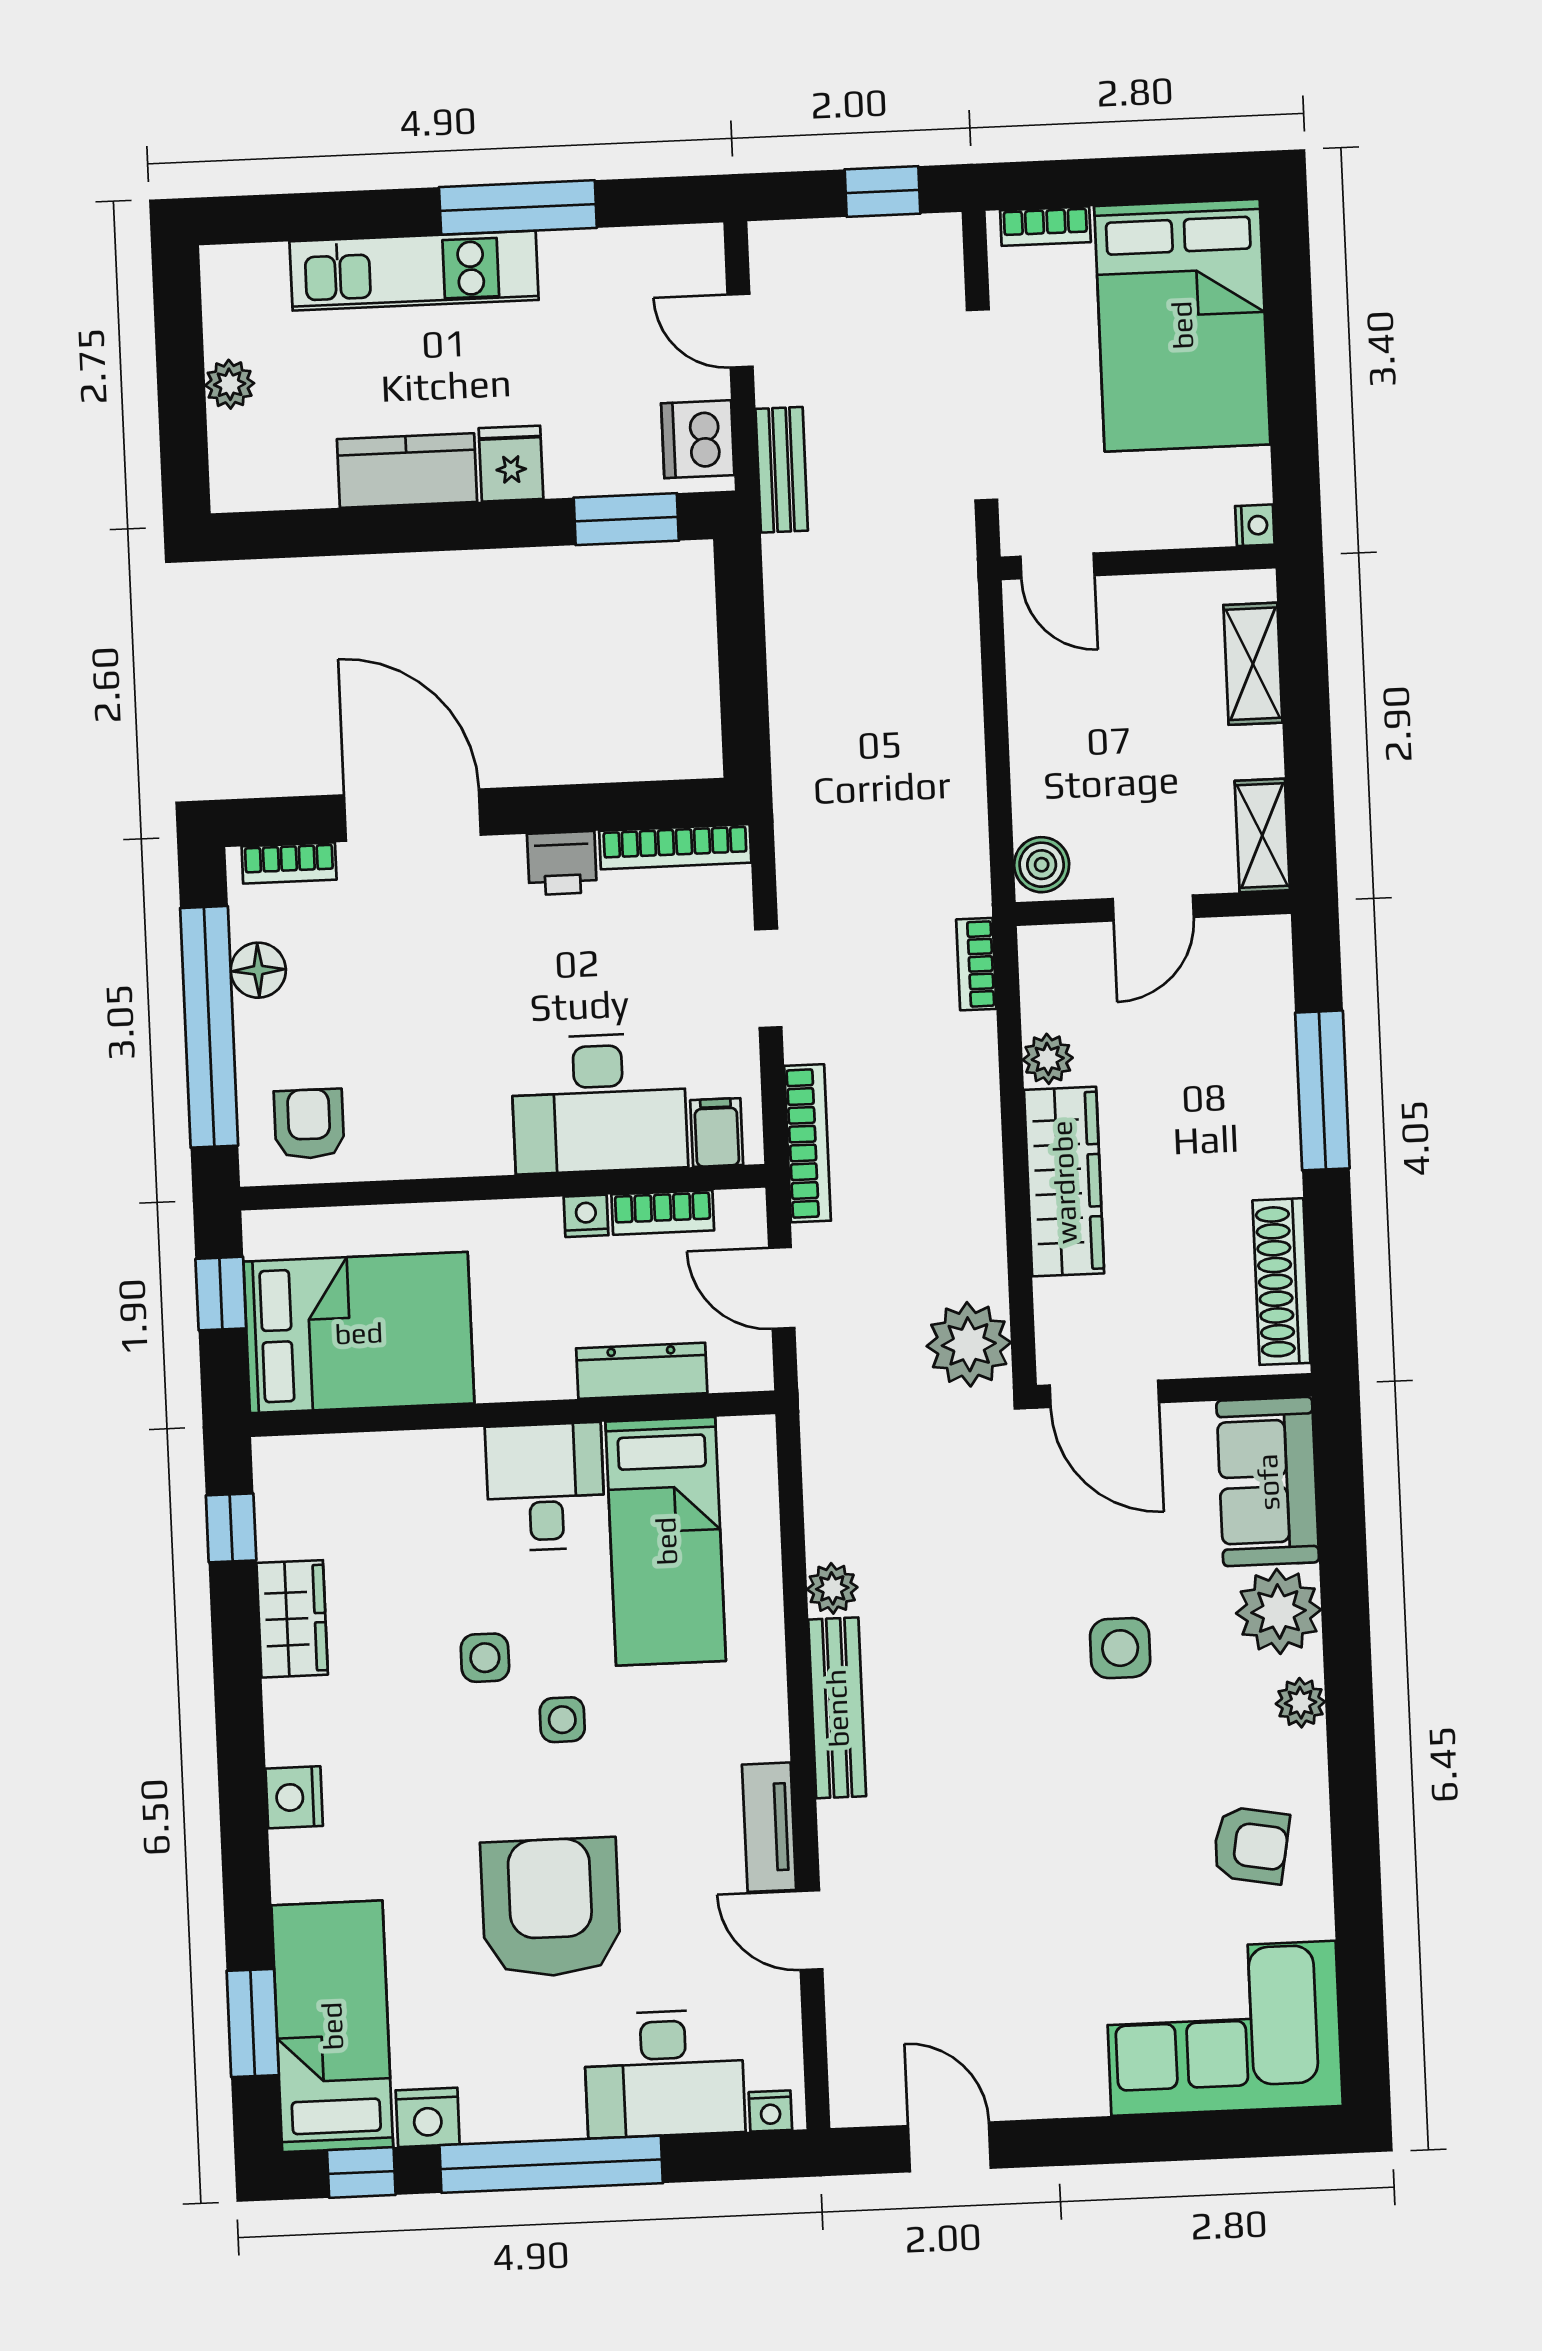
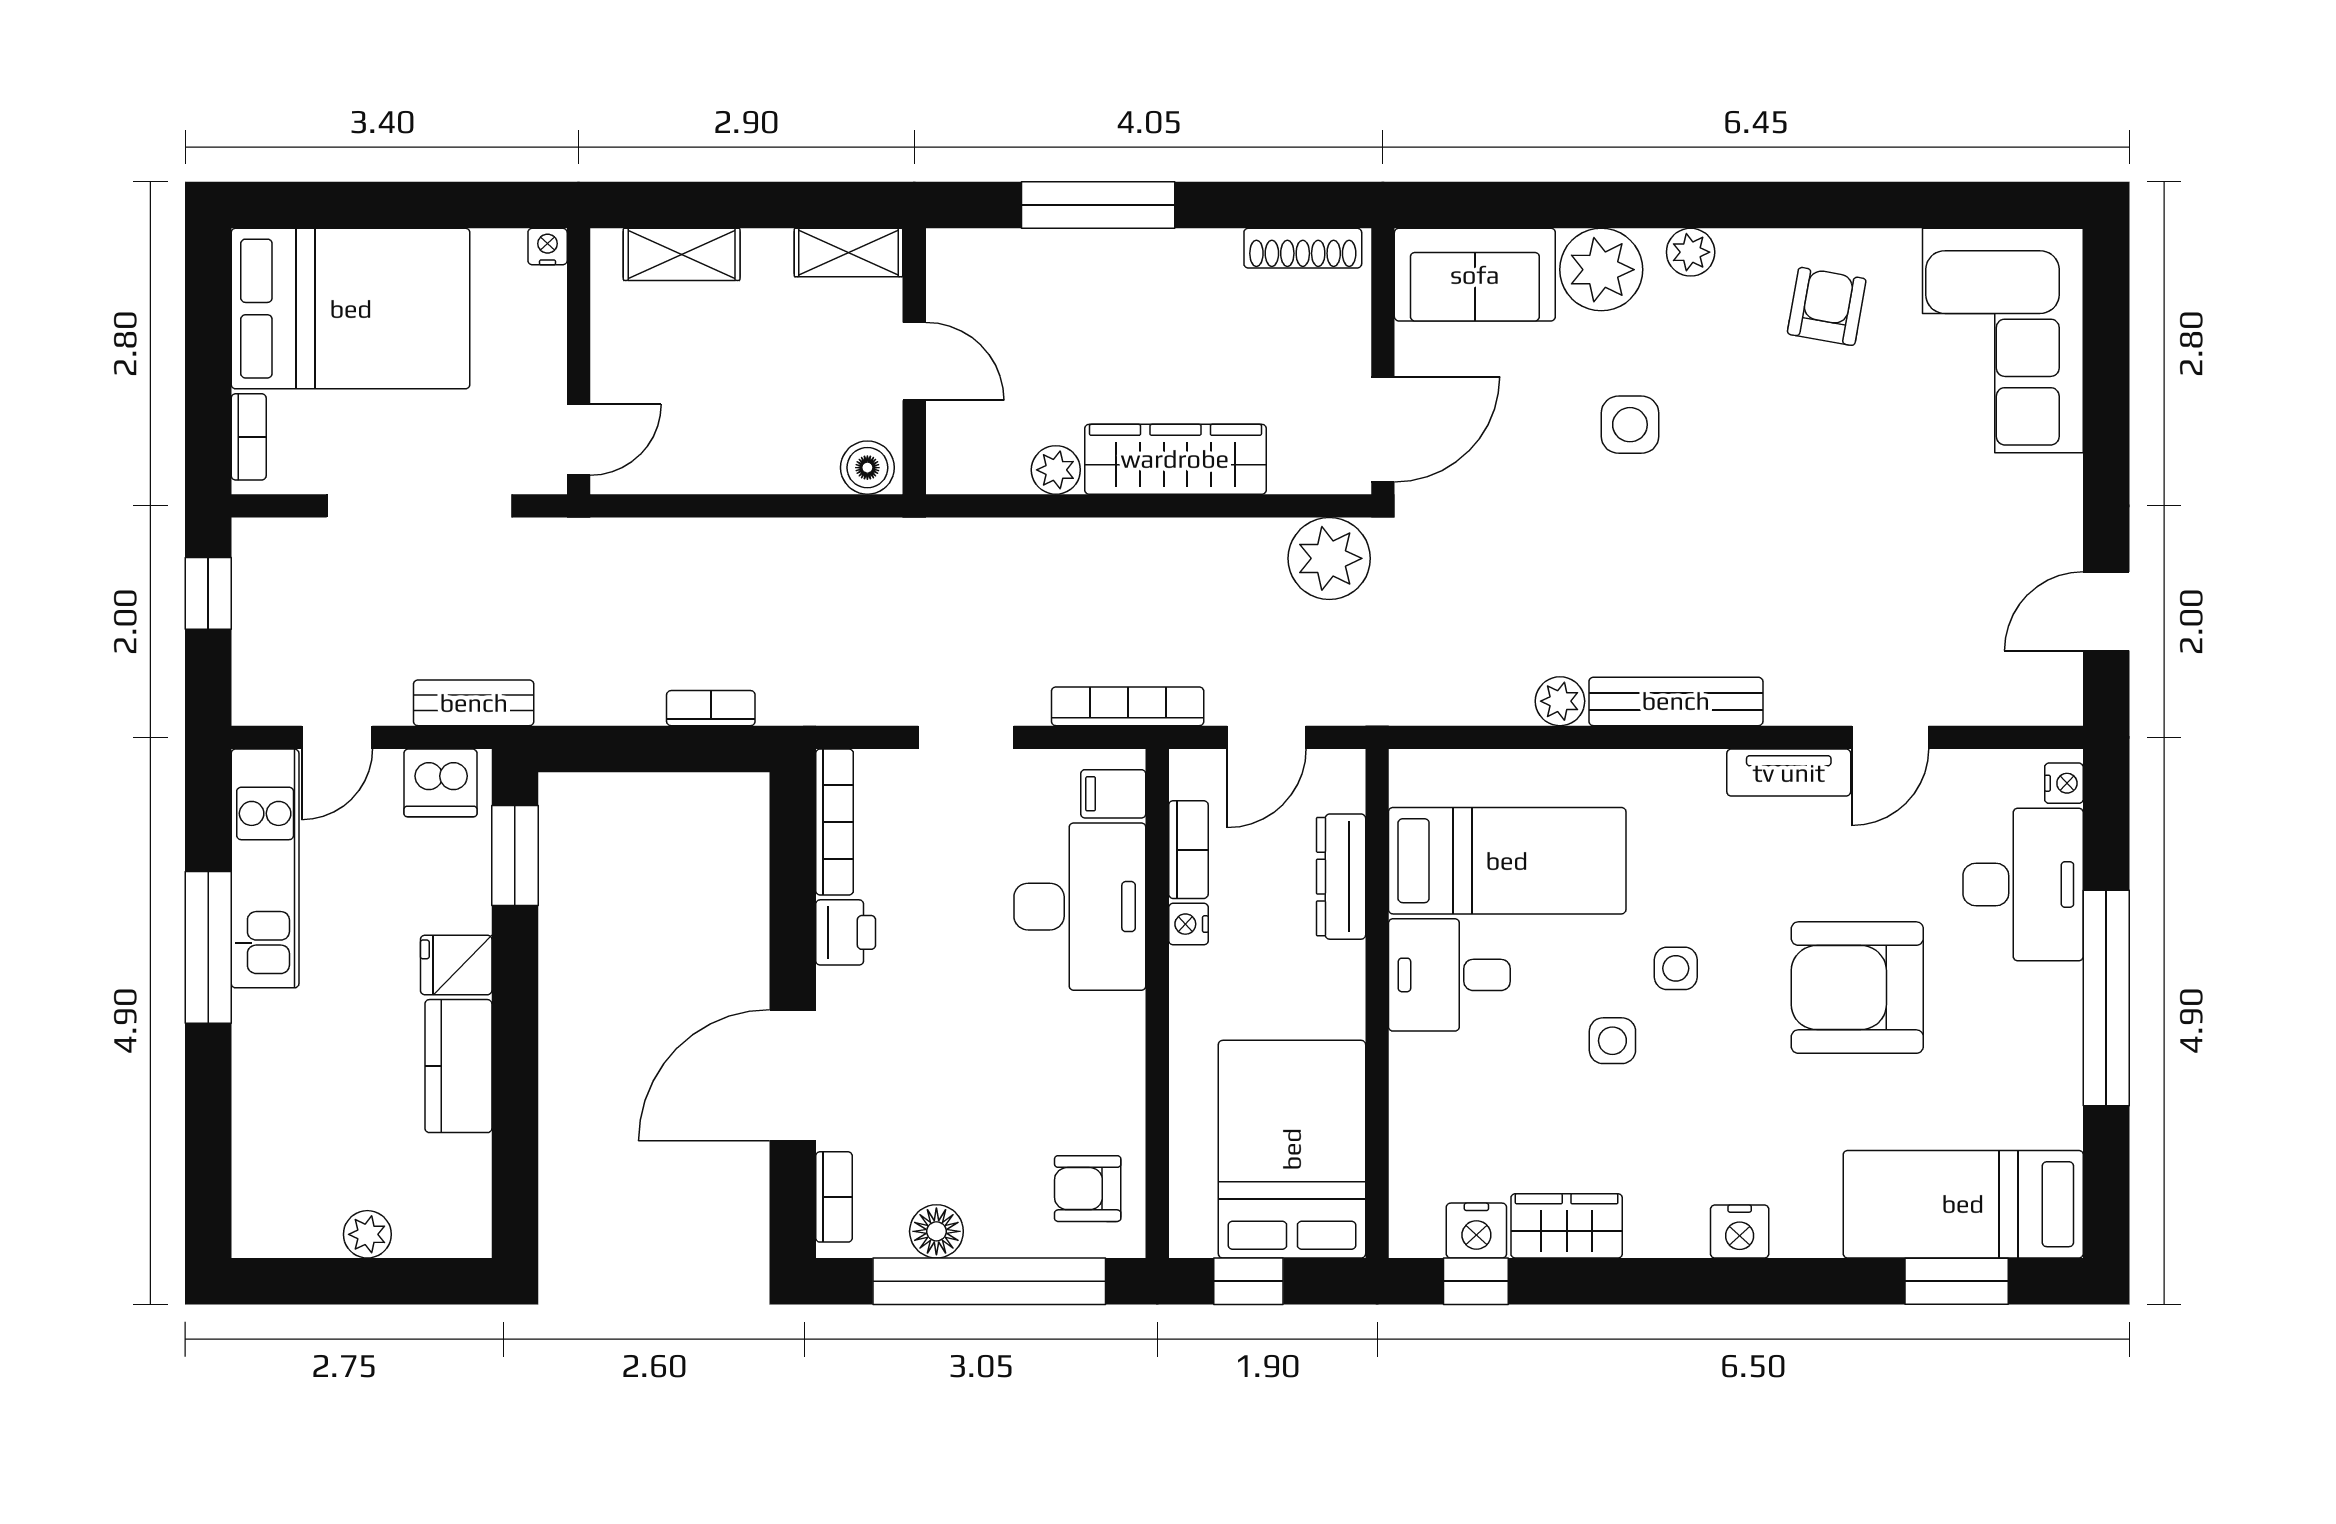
kitchen unit: (414, 271) -> (265, 868), moved
bookcase: (976, 964) -> (711, 708), moved, turned 180
shoe rack: (1281, 1282) -> (1303, 248), width x0.74, depth x0.81
nightstand: (428, 2117) -> (1476, 1231), moved, turned 90
window: (361, 2173) -> (2106, 1182), removed

